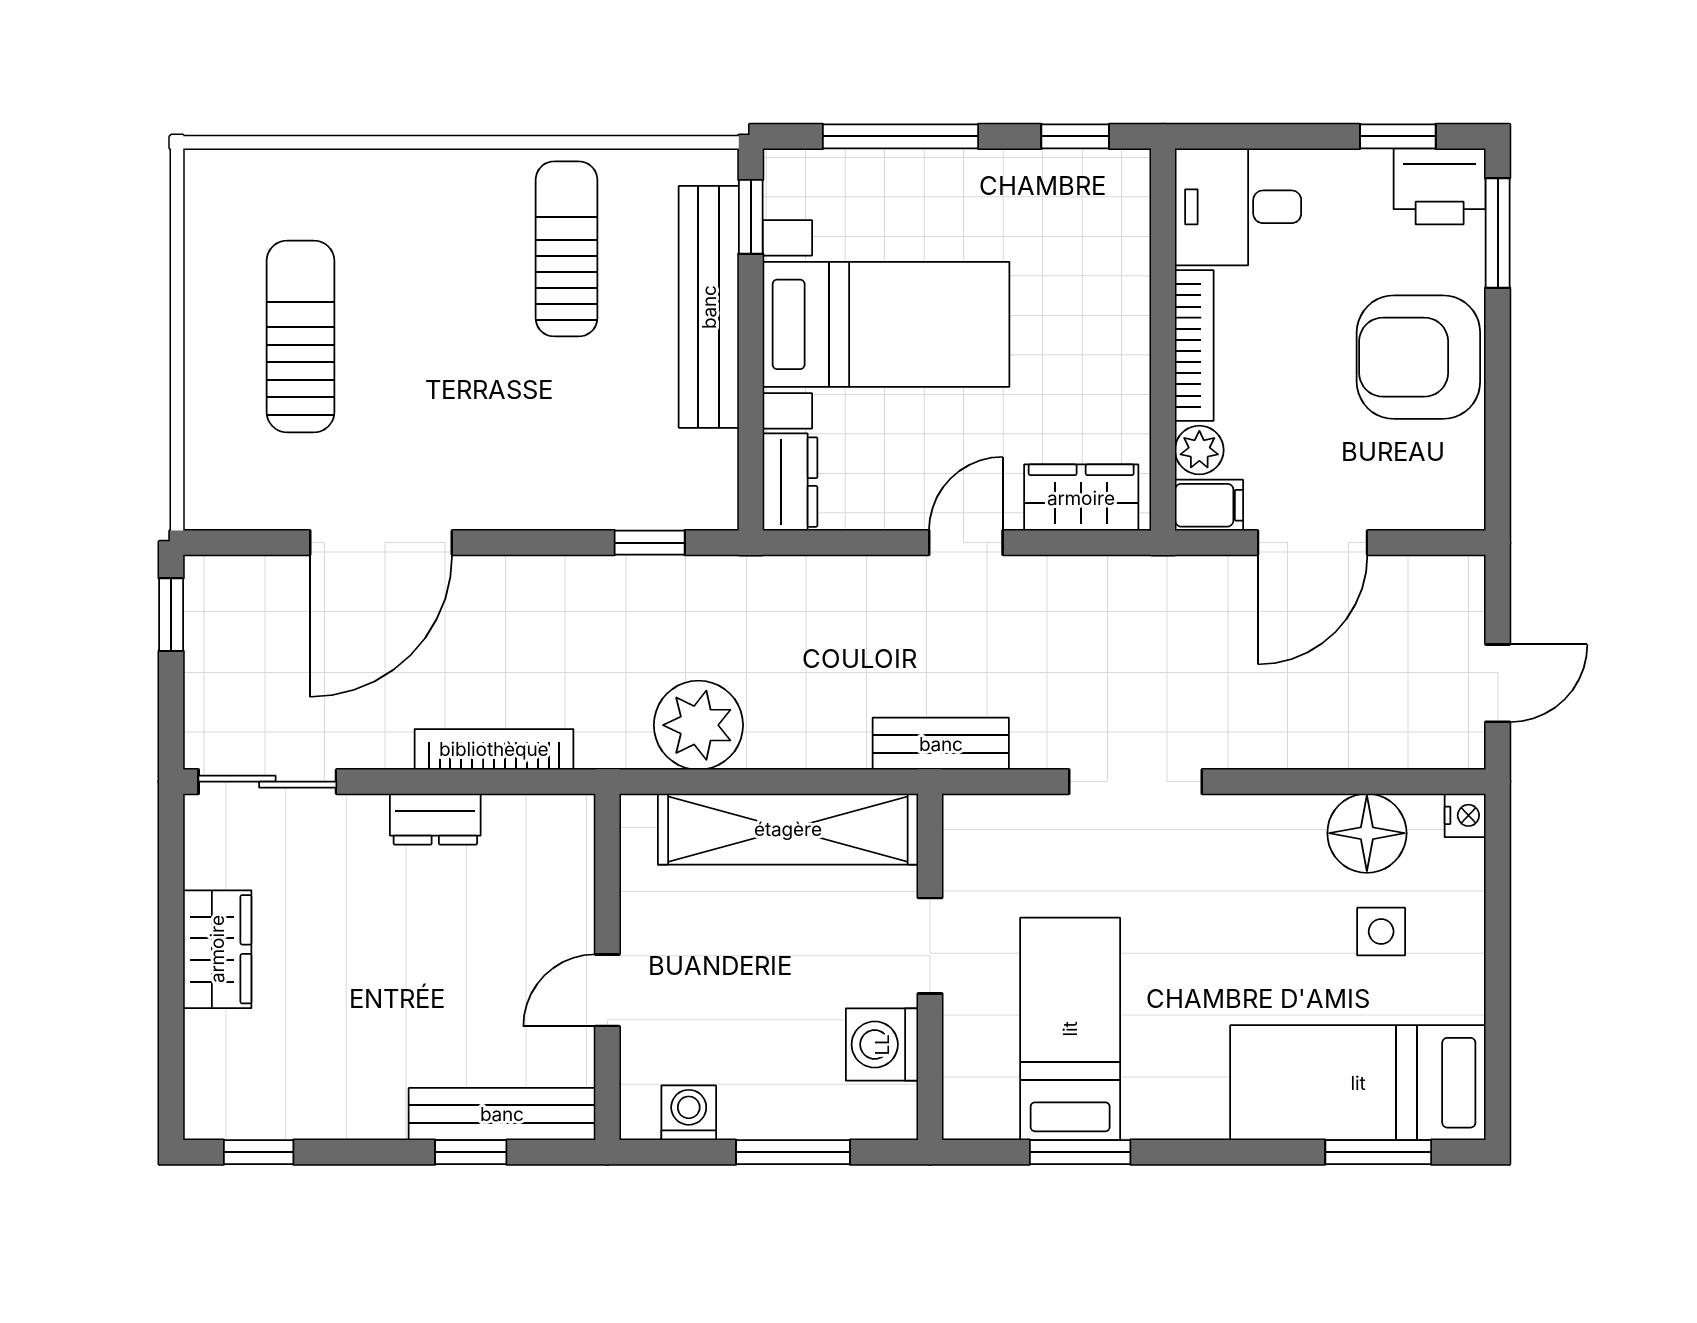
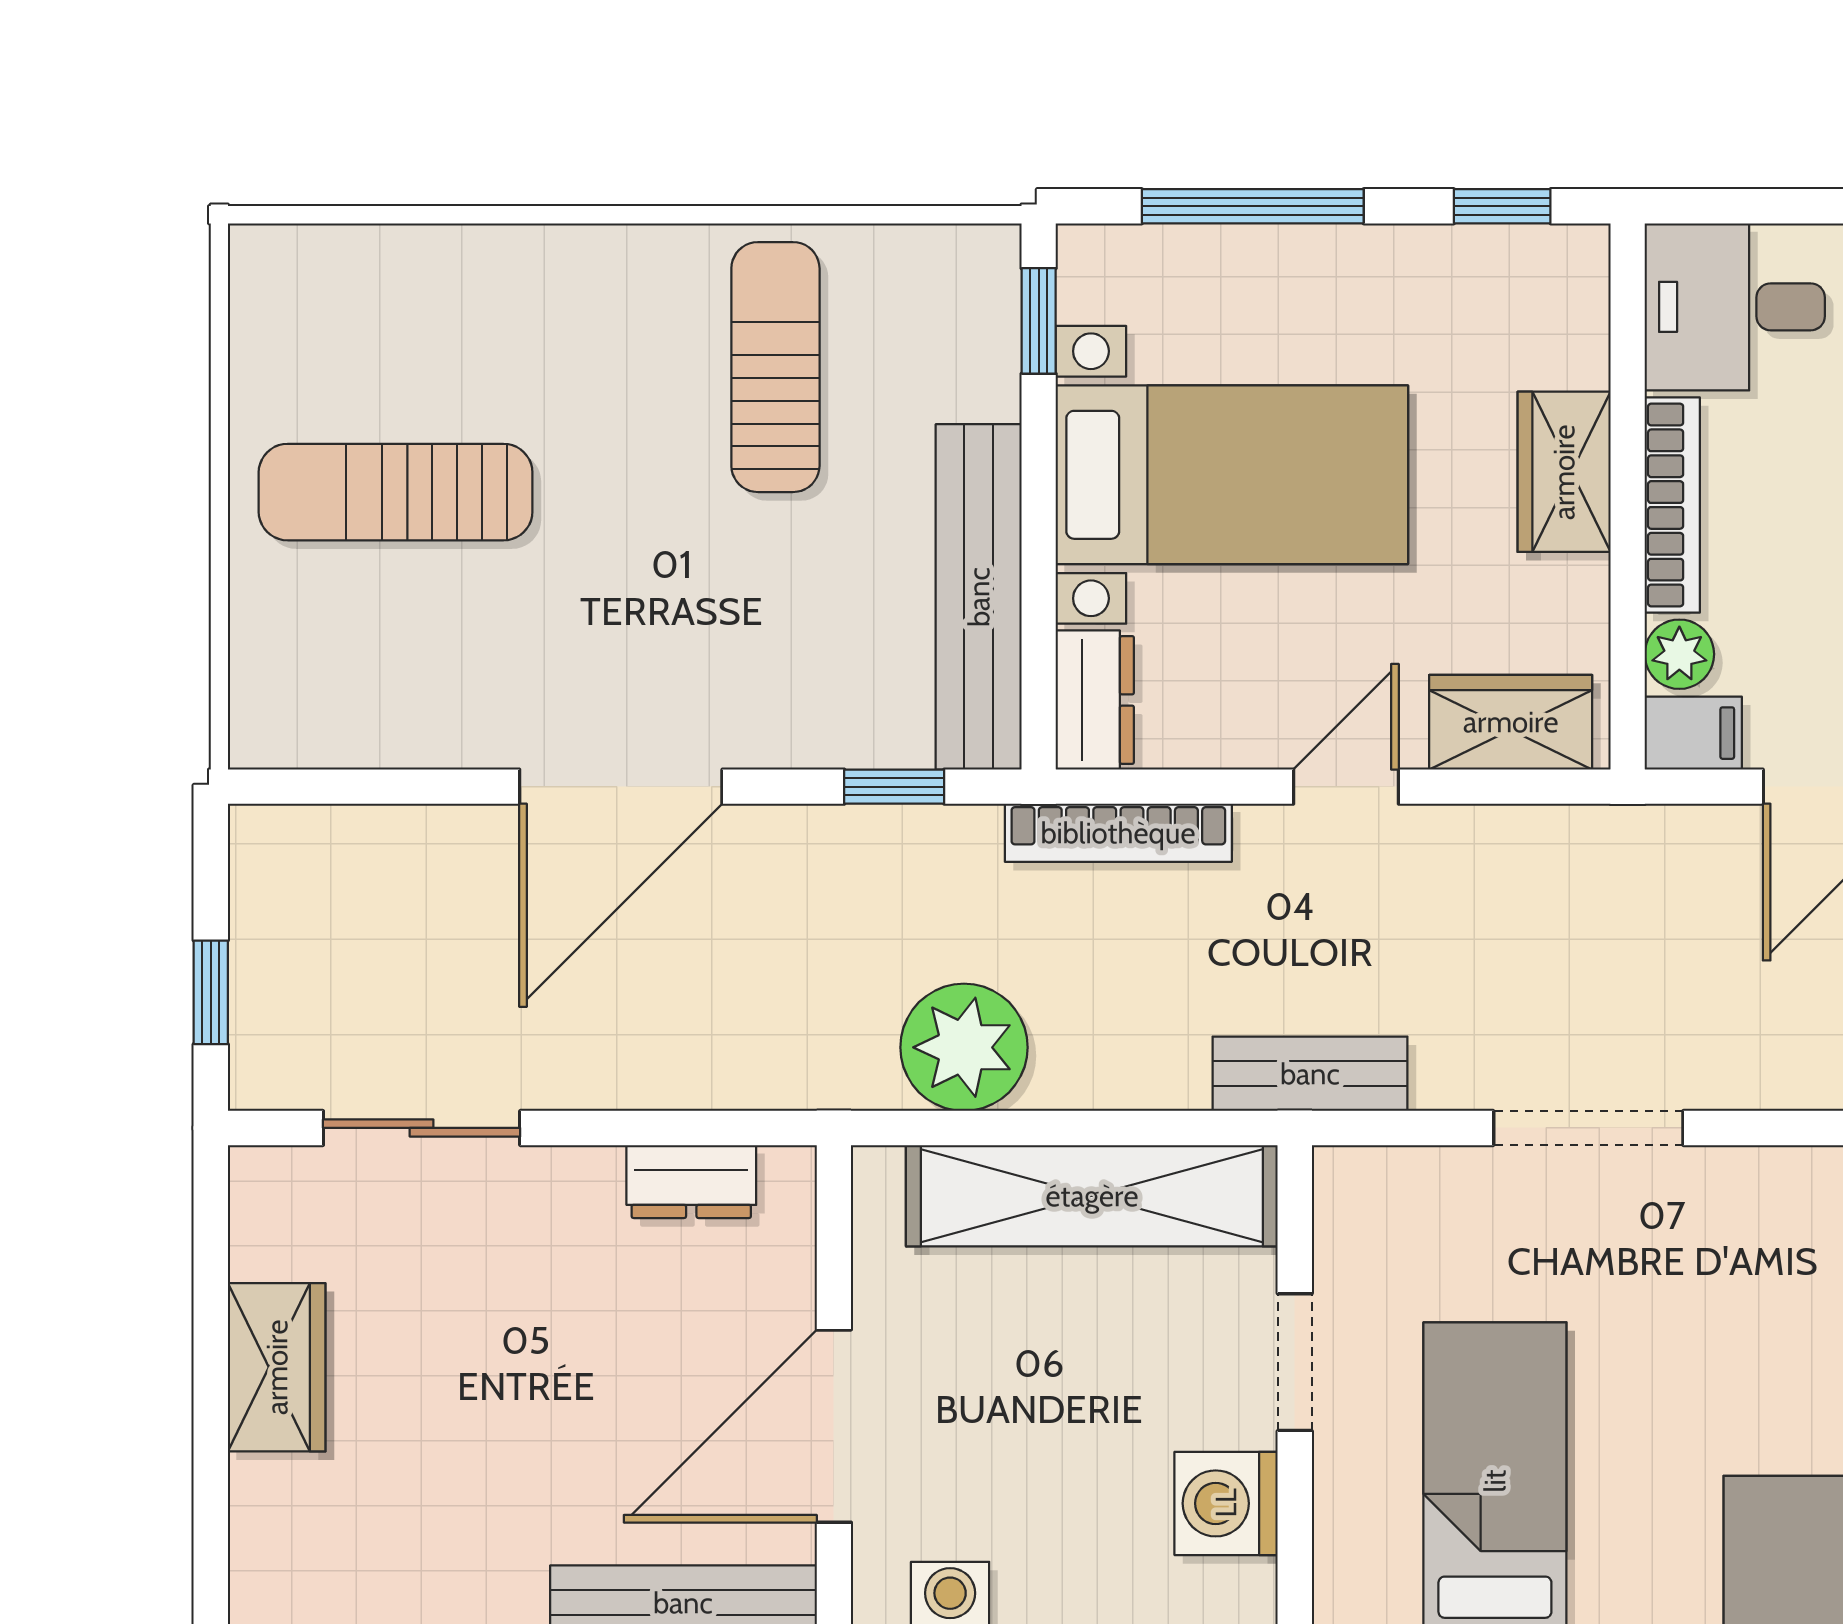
bench: (709, 307) -> (979, 597), moved
wardrobe: (1119, 322) -> (1564, 472), added
sun lounger: (300, 336) -> (396, 492), turned -90
door: (381, 543) -> (621, 787), moved
window: (171, 615) -> (211, 992), moved
bookcase: (494, 749) -> (1118, 833), moved, turned 180
sliding door: (267, 782) -> (422, 1128), moved
dresser: (435, 819) -> (691, 1182), moved
door: (607, 990) -> (834, 1426), width x1.87

